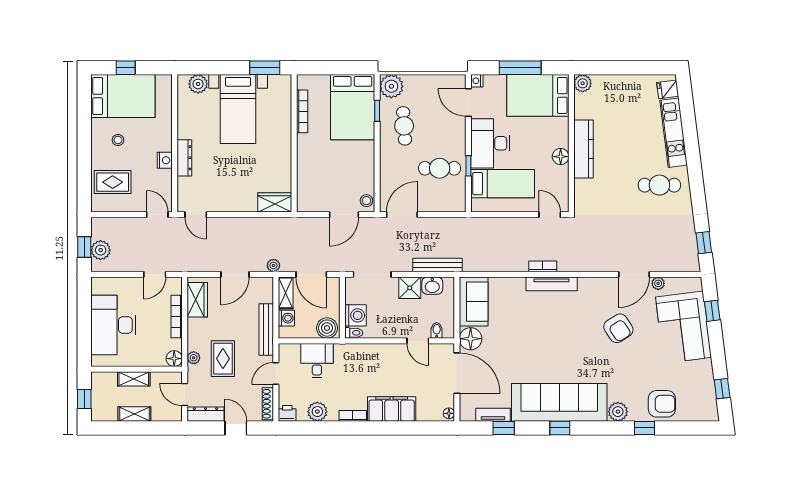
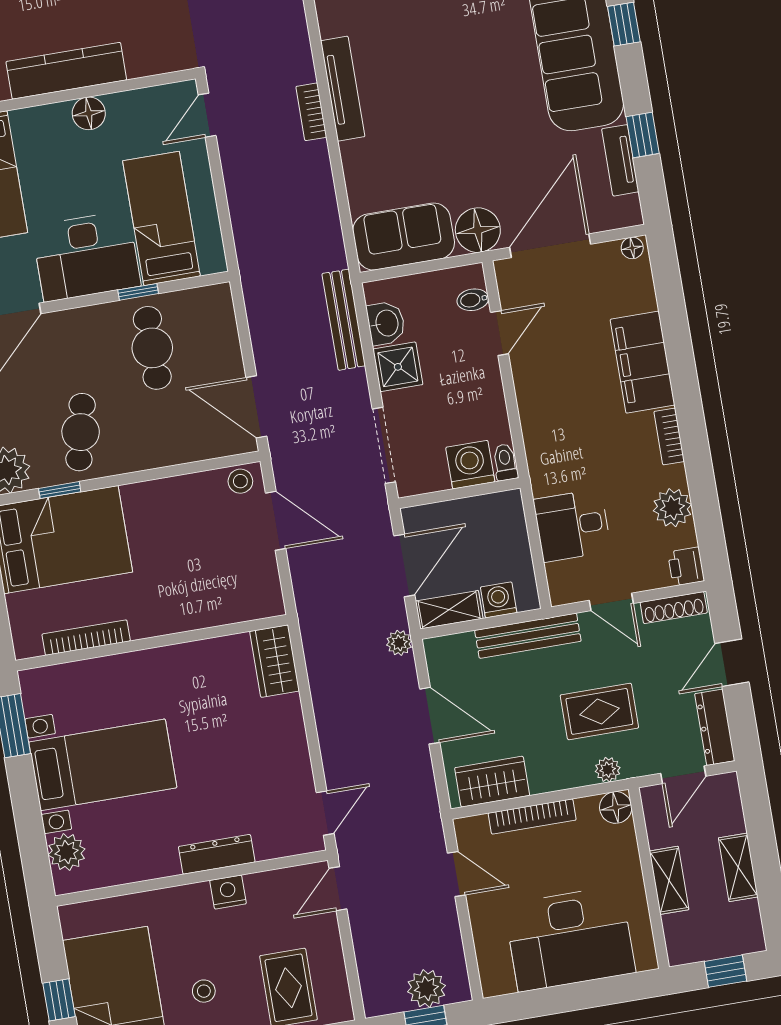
cafe table: (404, 126) -> (81, 432), turned -73
boiler: (327, 328) -> (505, 517), removed

